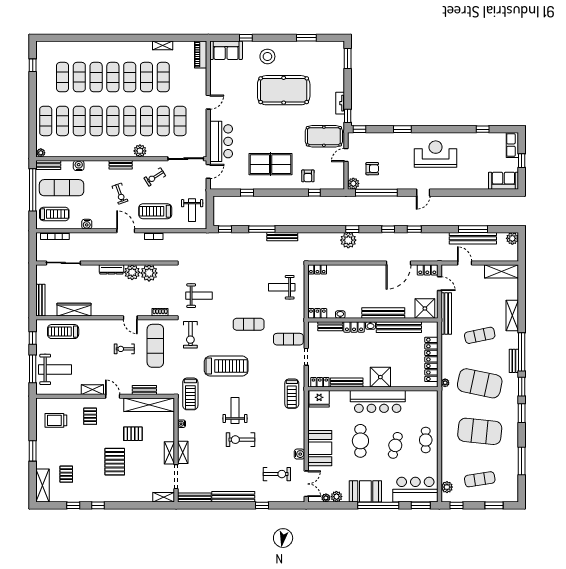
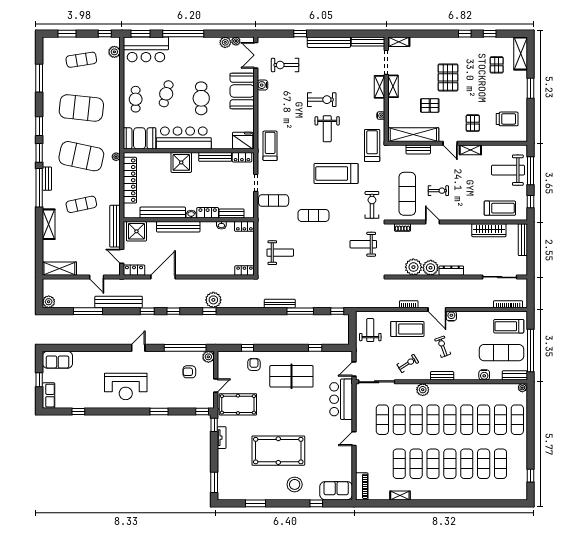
water cooler: (87, 224) -> (451, 316), moved
bench: (473, 238) -> (119, 302), moved
booth: (365, 491) -> (139, 138), moved

